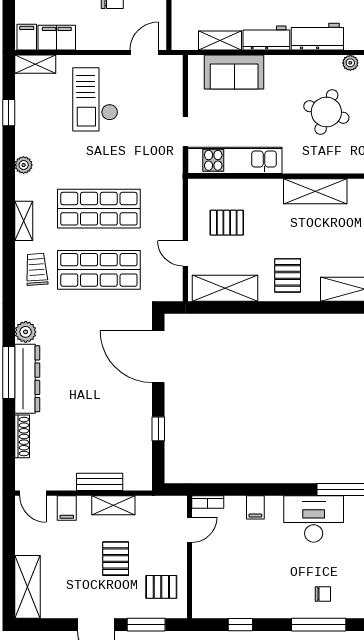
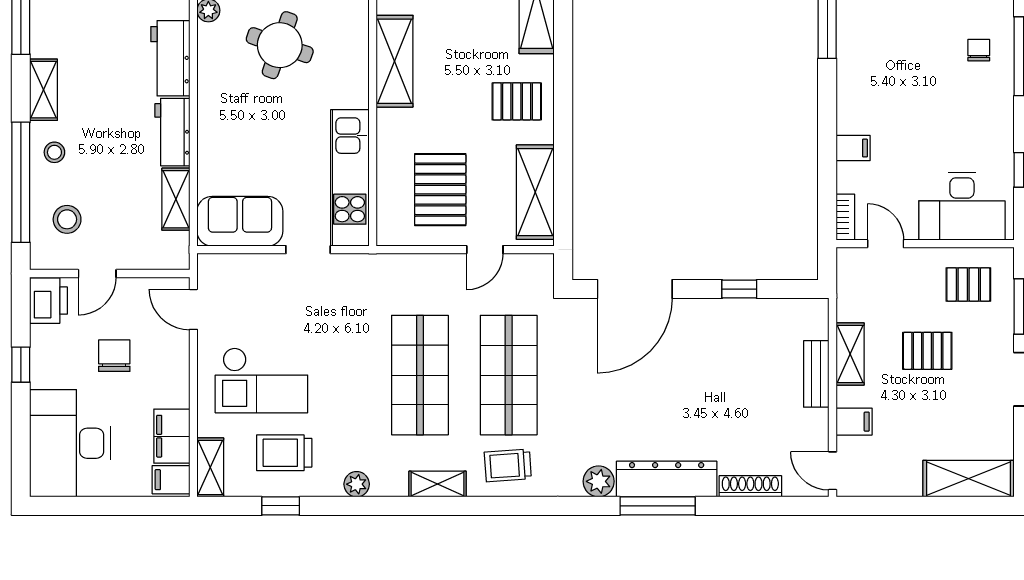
sofa: (234, 72) -> (240, 221), moved, turned -90
trolley: (45, 115) -> (284, 453), added
pallet: (227, 223) -> (440, 190), width x1.50, depth x1.42
door: (33, 493) -> (833, 471), swing flipped
desk: (314, 519) -> (962, 206), moved, turned -90
pallet: (161, 587) -> (968, 284), turned 90

